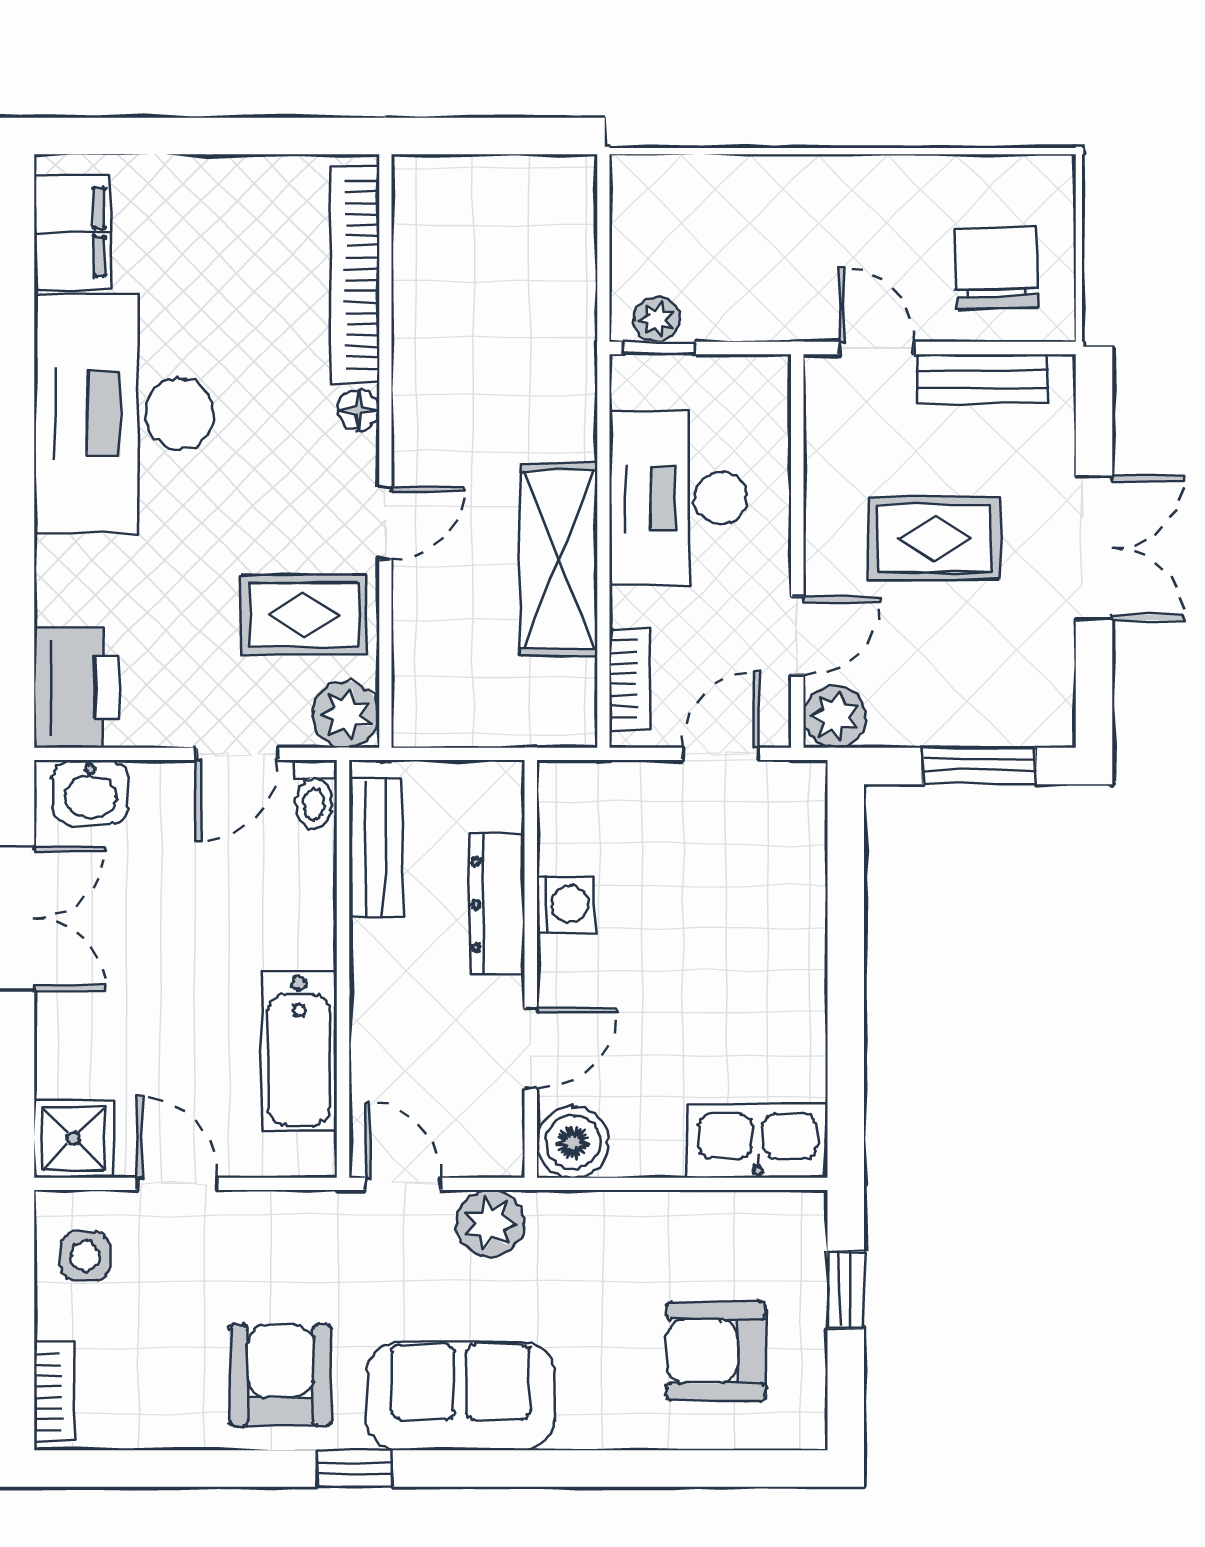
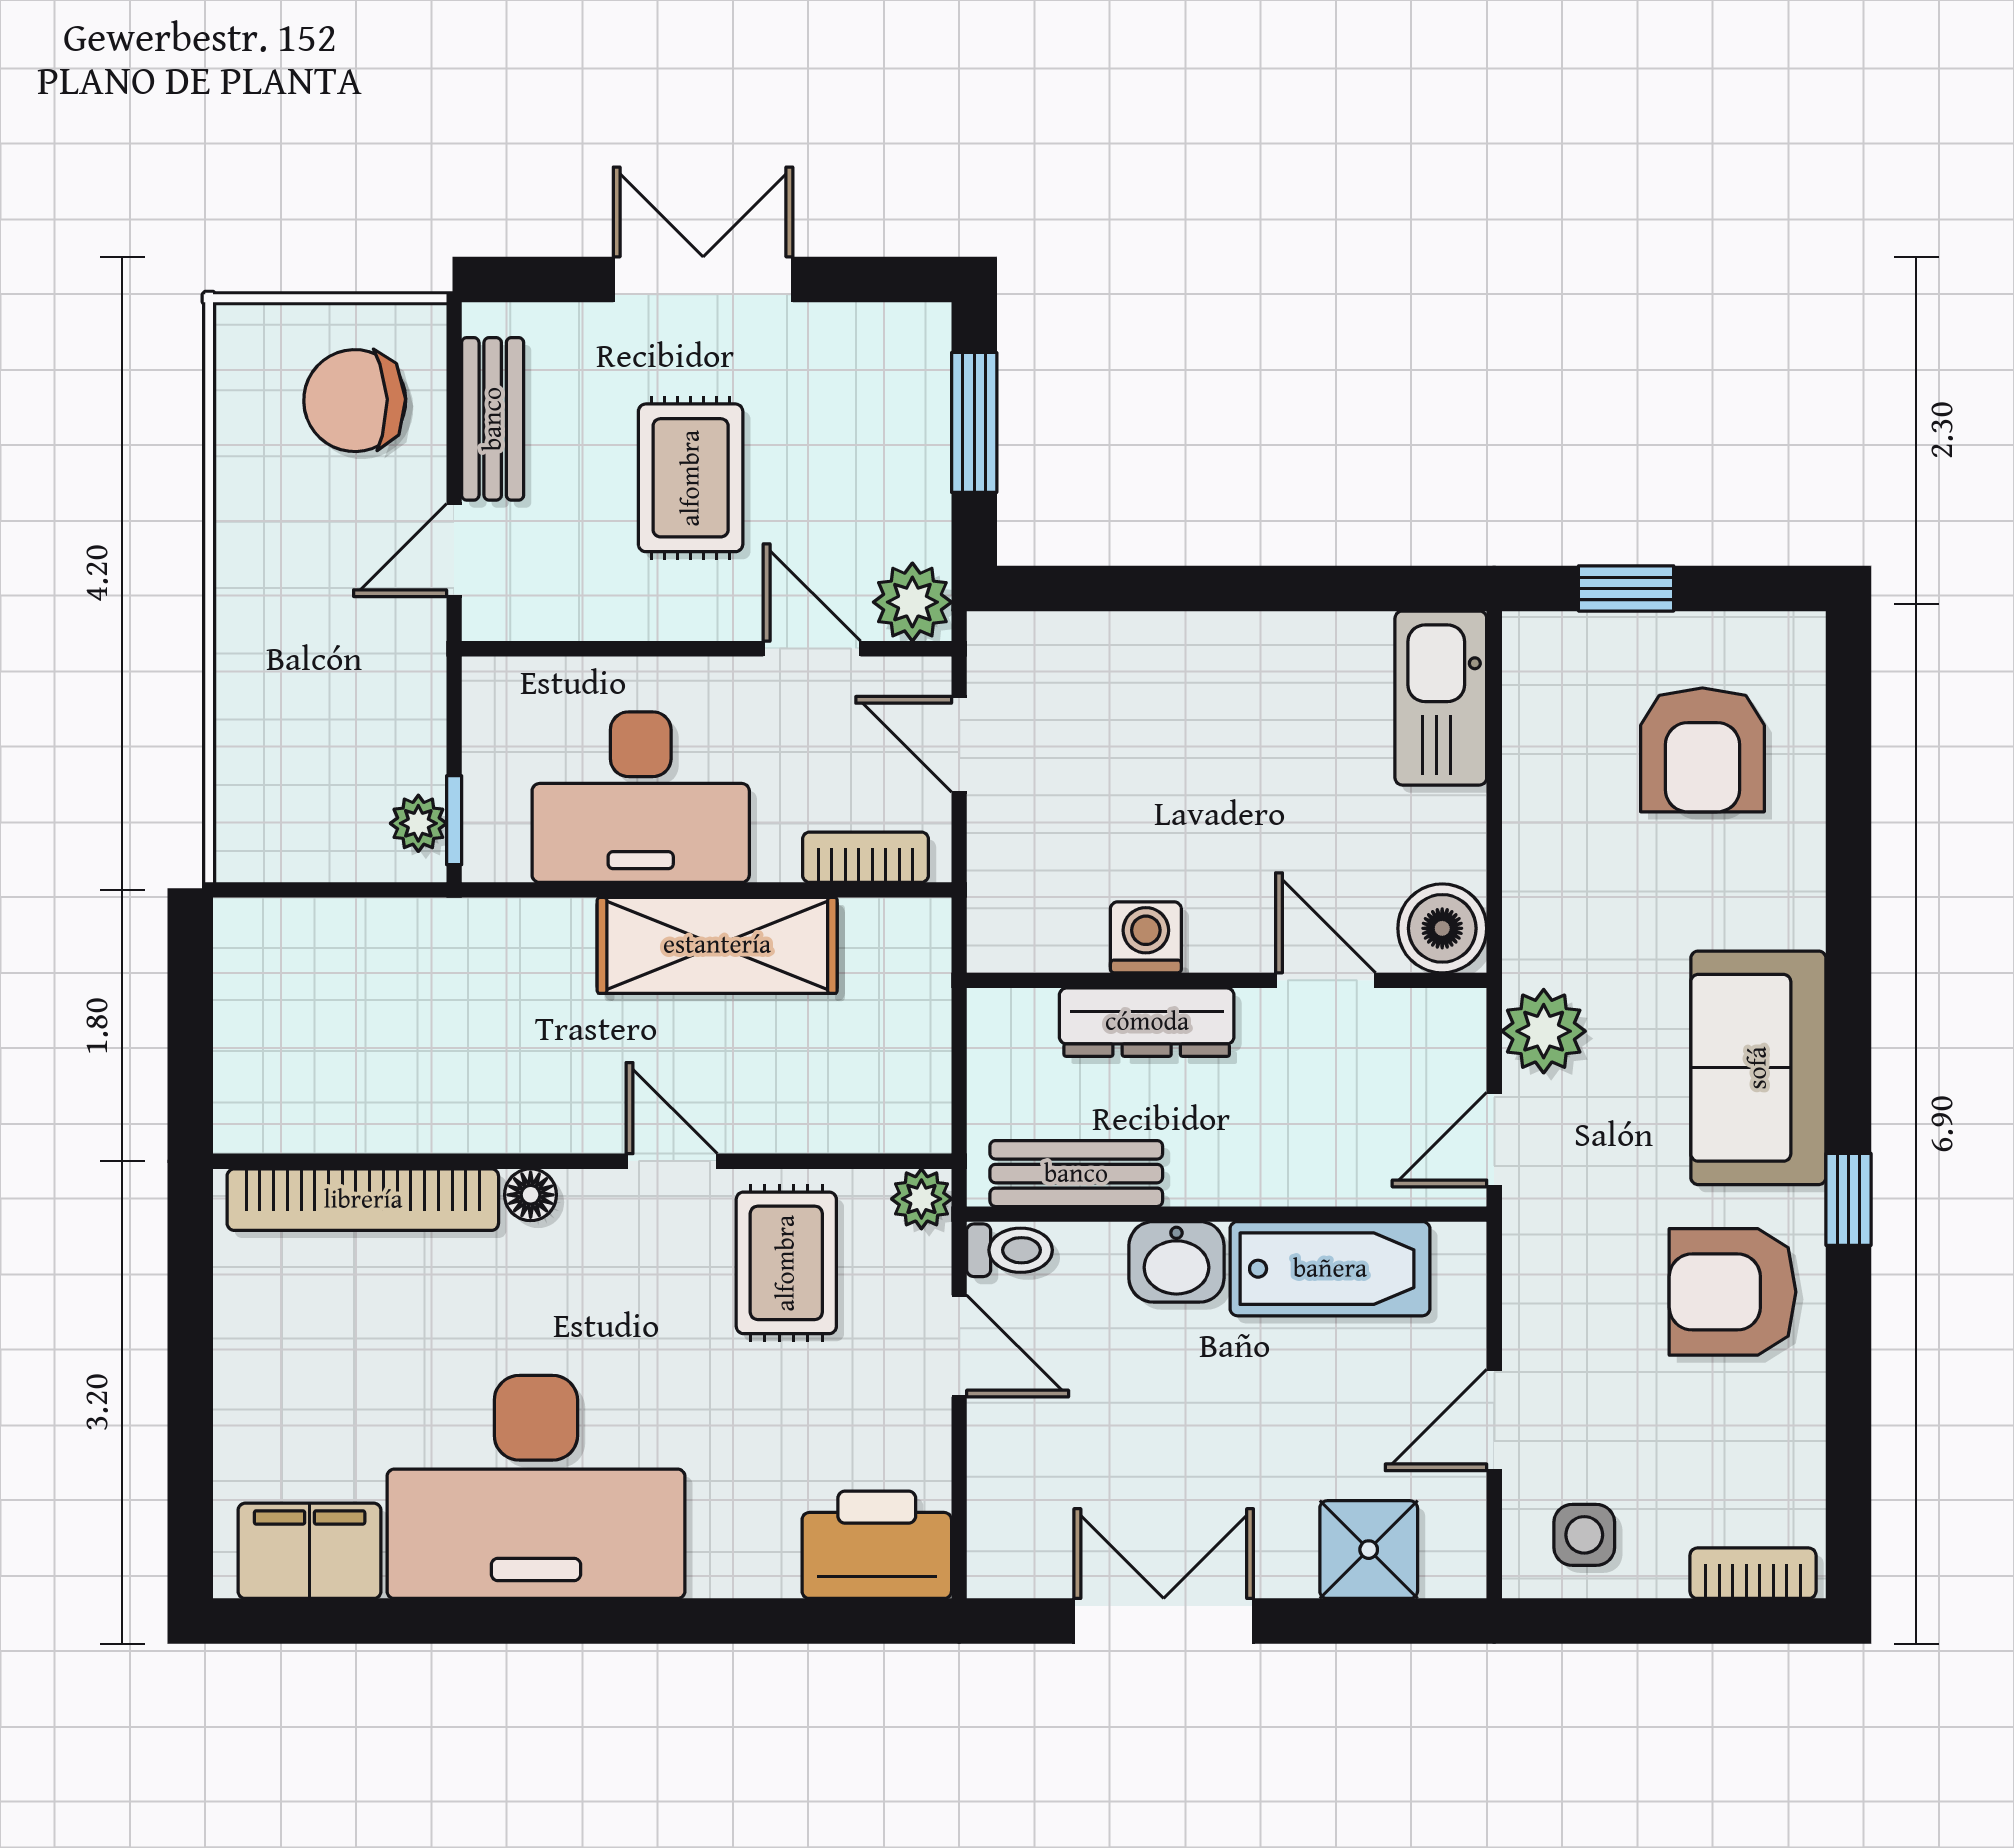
plant: (346, 715) -> (921, 1199), width x0.73, depth x0.73
washbasin: (90, 792) -> (1176, 1262), moved, turned 90
shower: (73, 1139) -> (1369, 1550), moved

